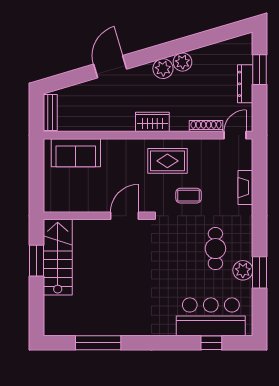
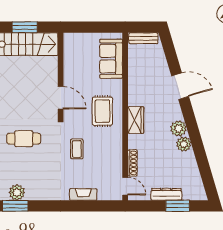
rug: (167, 161) -> (102, 111), moved
cafe table: (215, 249) -> (24, 139), moved

